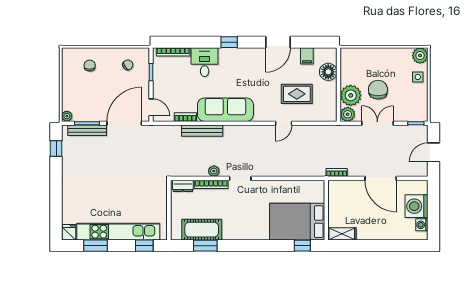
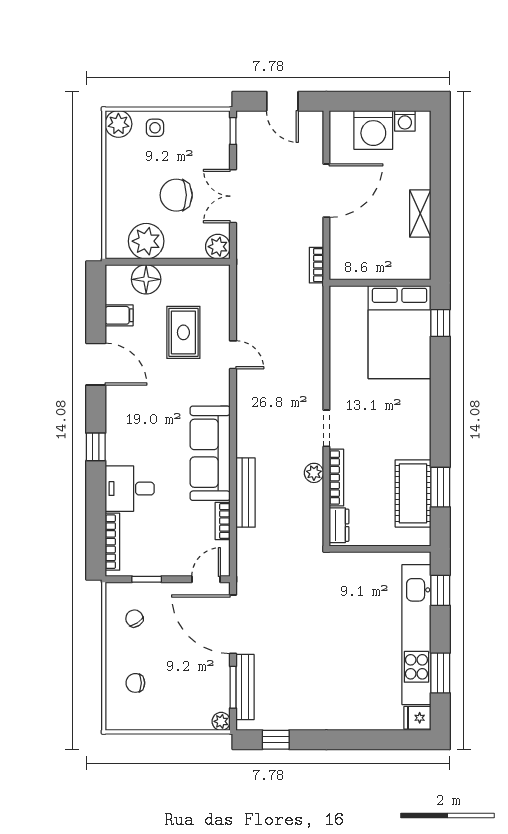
plant: (351, 95) -> (146, 241), moved
shelving: (342, 234) -> (420, 213), moved

